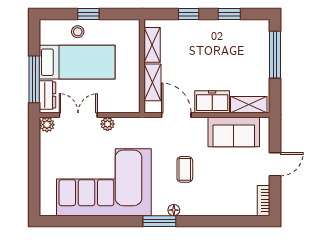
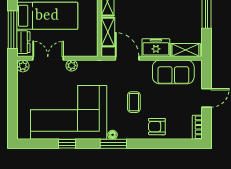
armchair: (213, 200) -> (157, 127), added
floor lamp: (174, 210) -> (113, 135), moved
window: (102, 221) -> (67, 144), added

